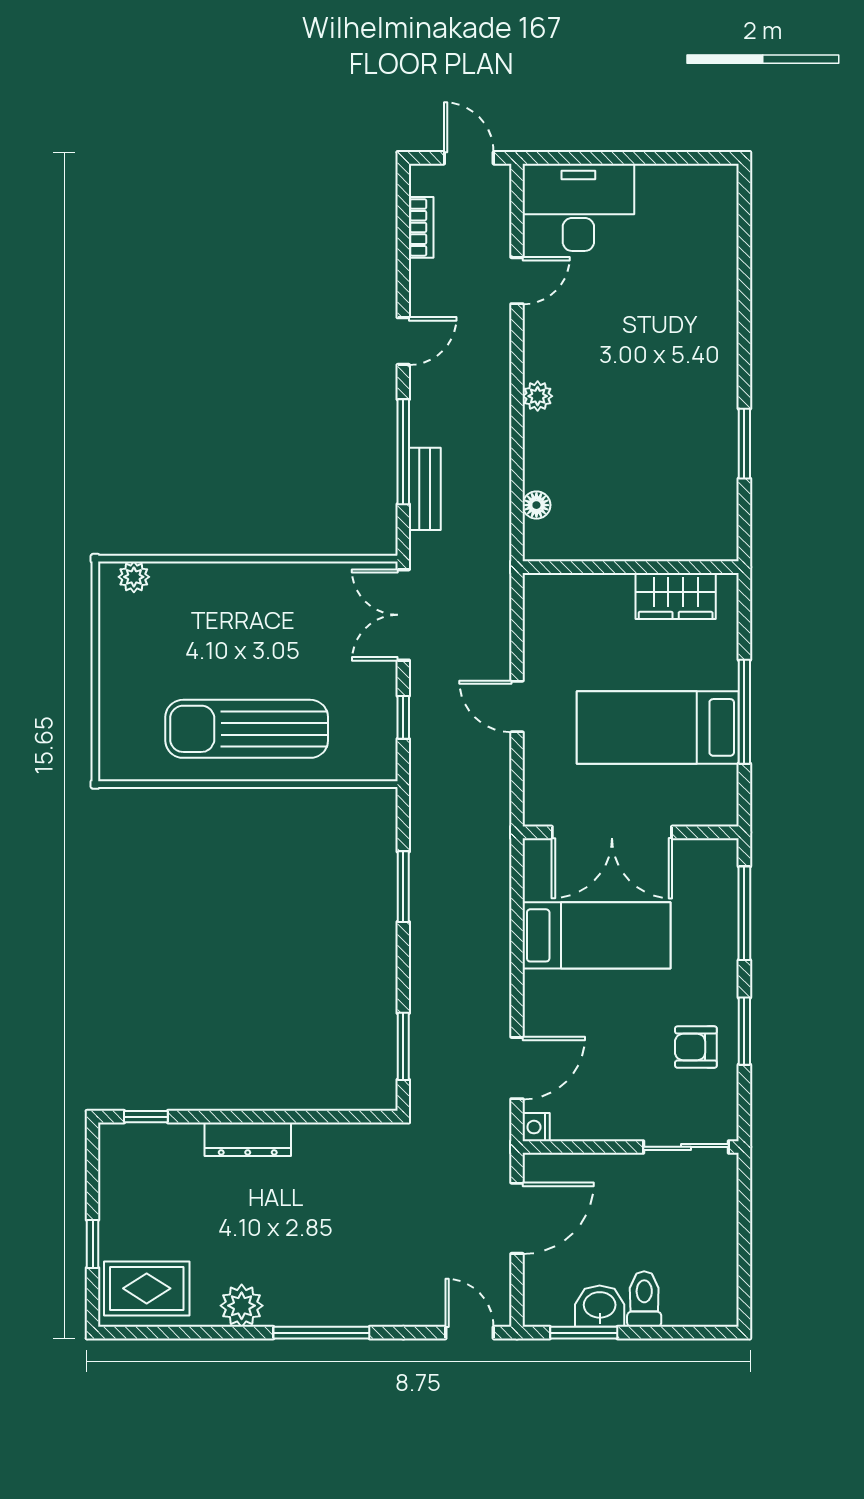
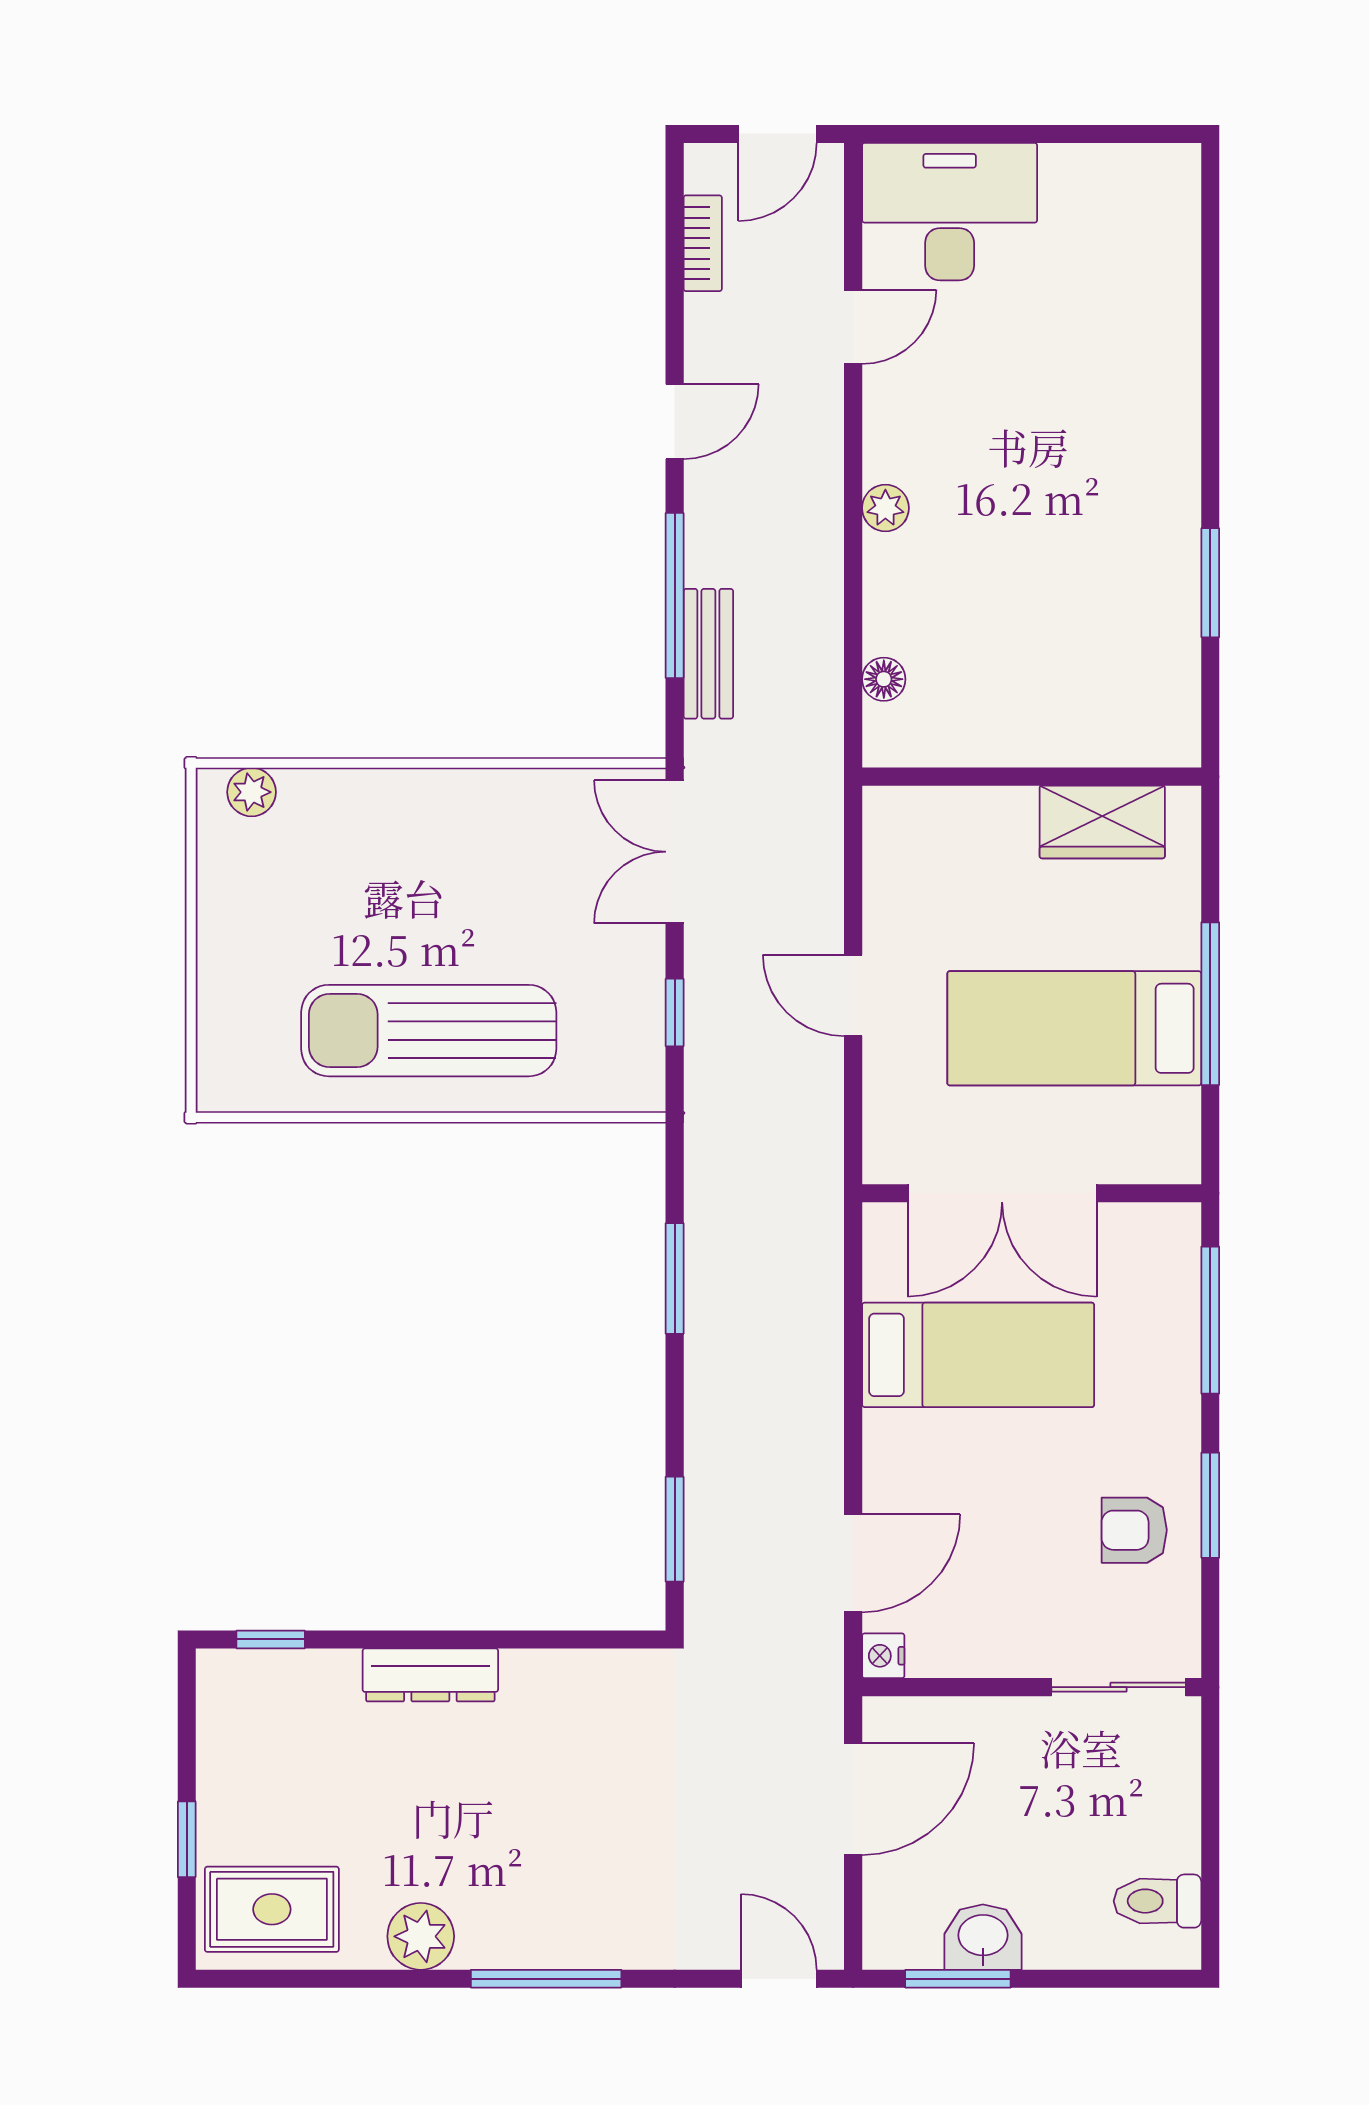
door: (469, 158) -> (778, 134), swing flipped
toilet: (644, 1299) -> (1157, 1901), moved, turned -90

